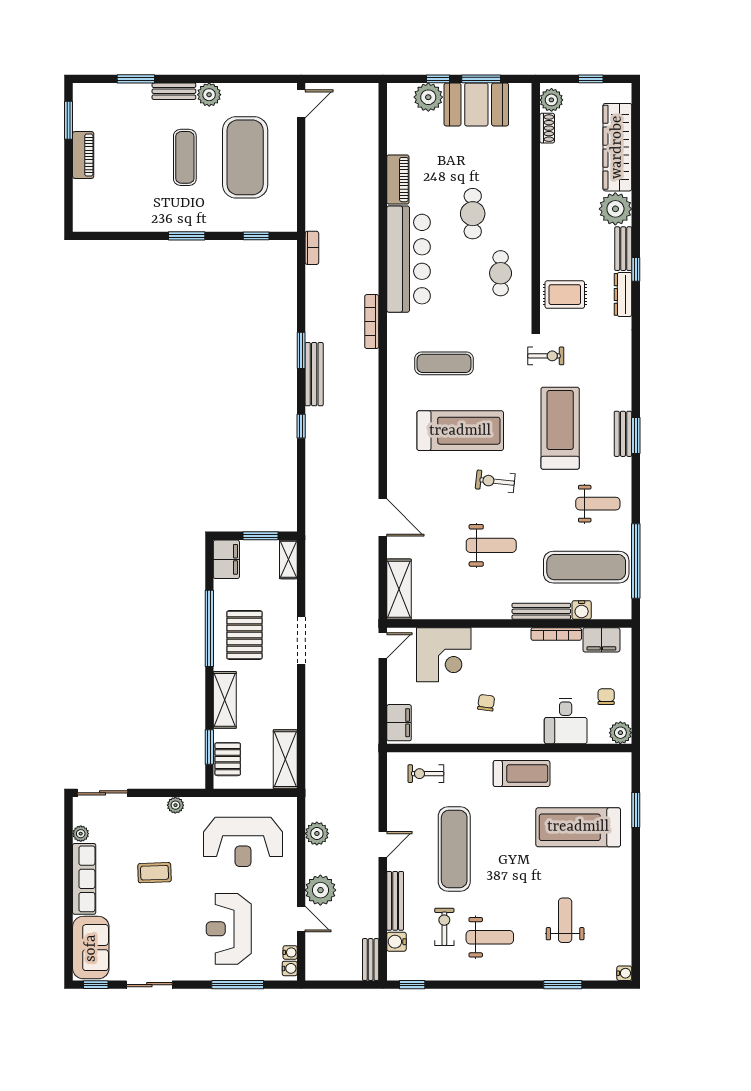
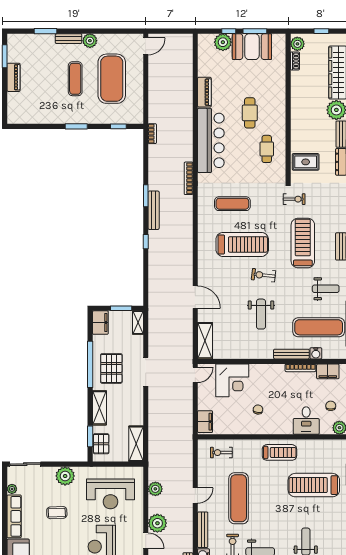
weight bench: (491, 545) -> (261, 314), turned 90
plant: (175, 805) -> (65, 476), width x1.88, depth x1.88

